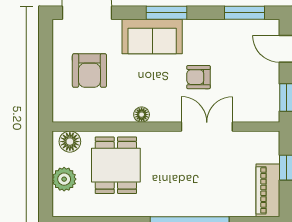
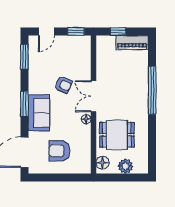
armchair: (89, 70) -> (59, 151), turned 180
armchair: (199, 77) -> (63, 85), turned -67
double door: (207, 127) -> (93, 96), moved

